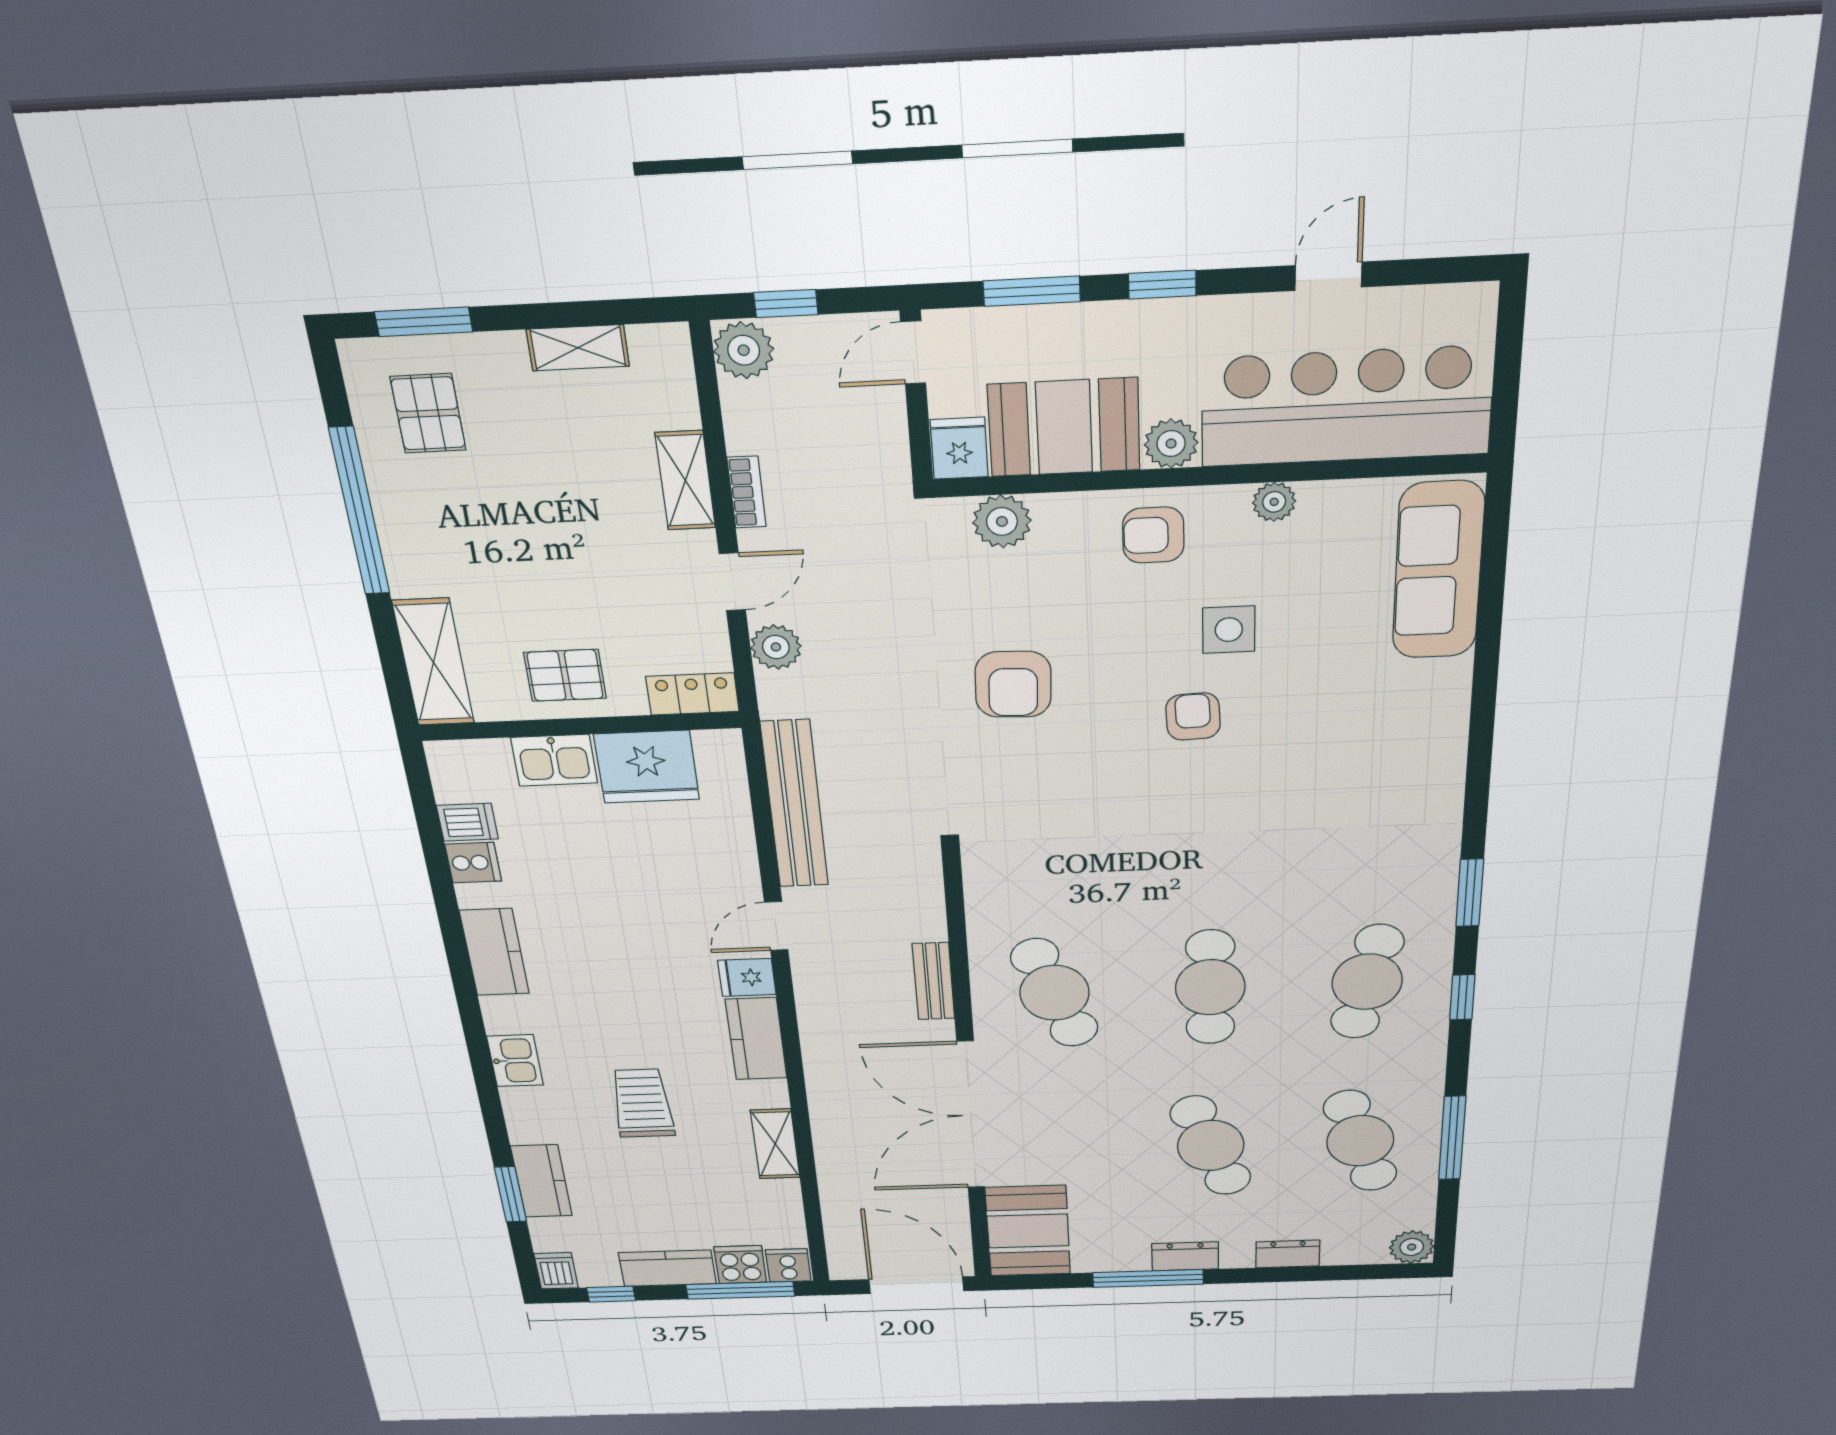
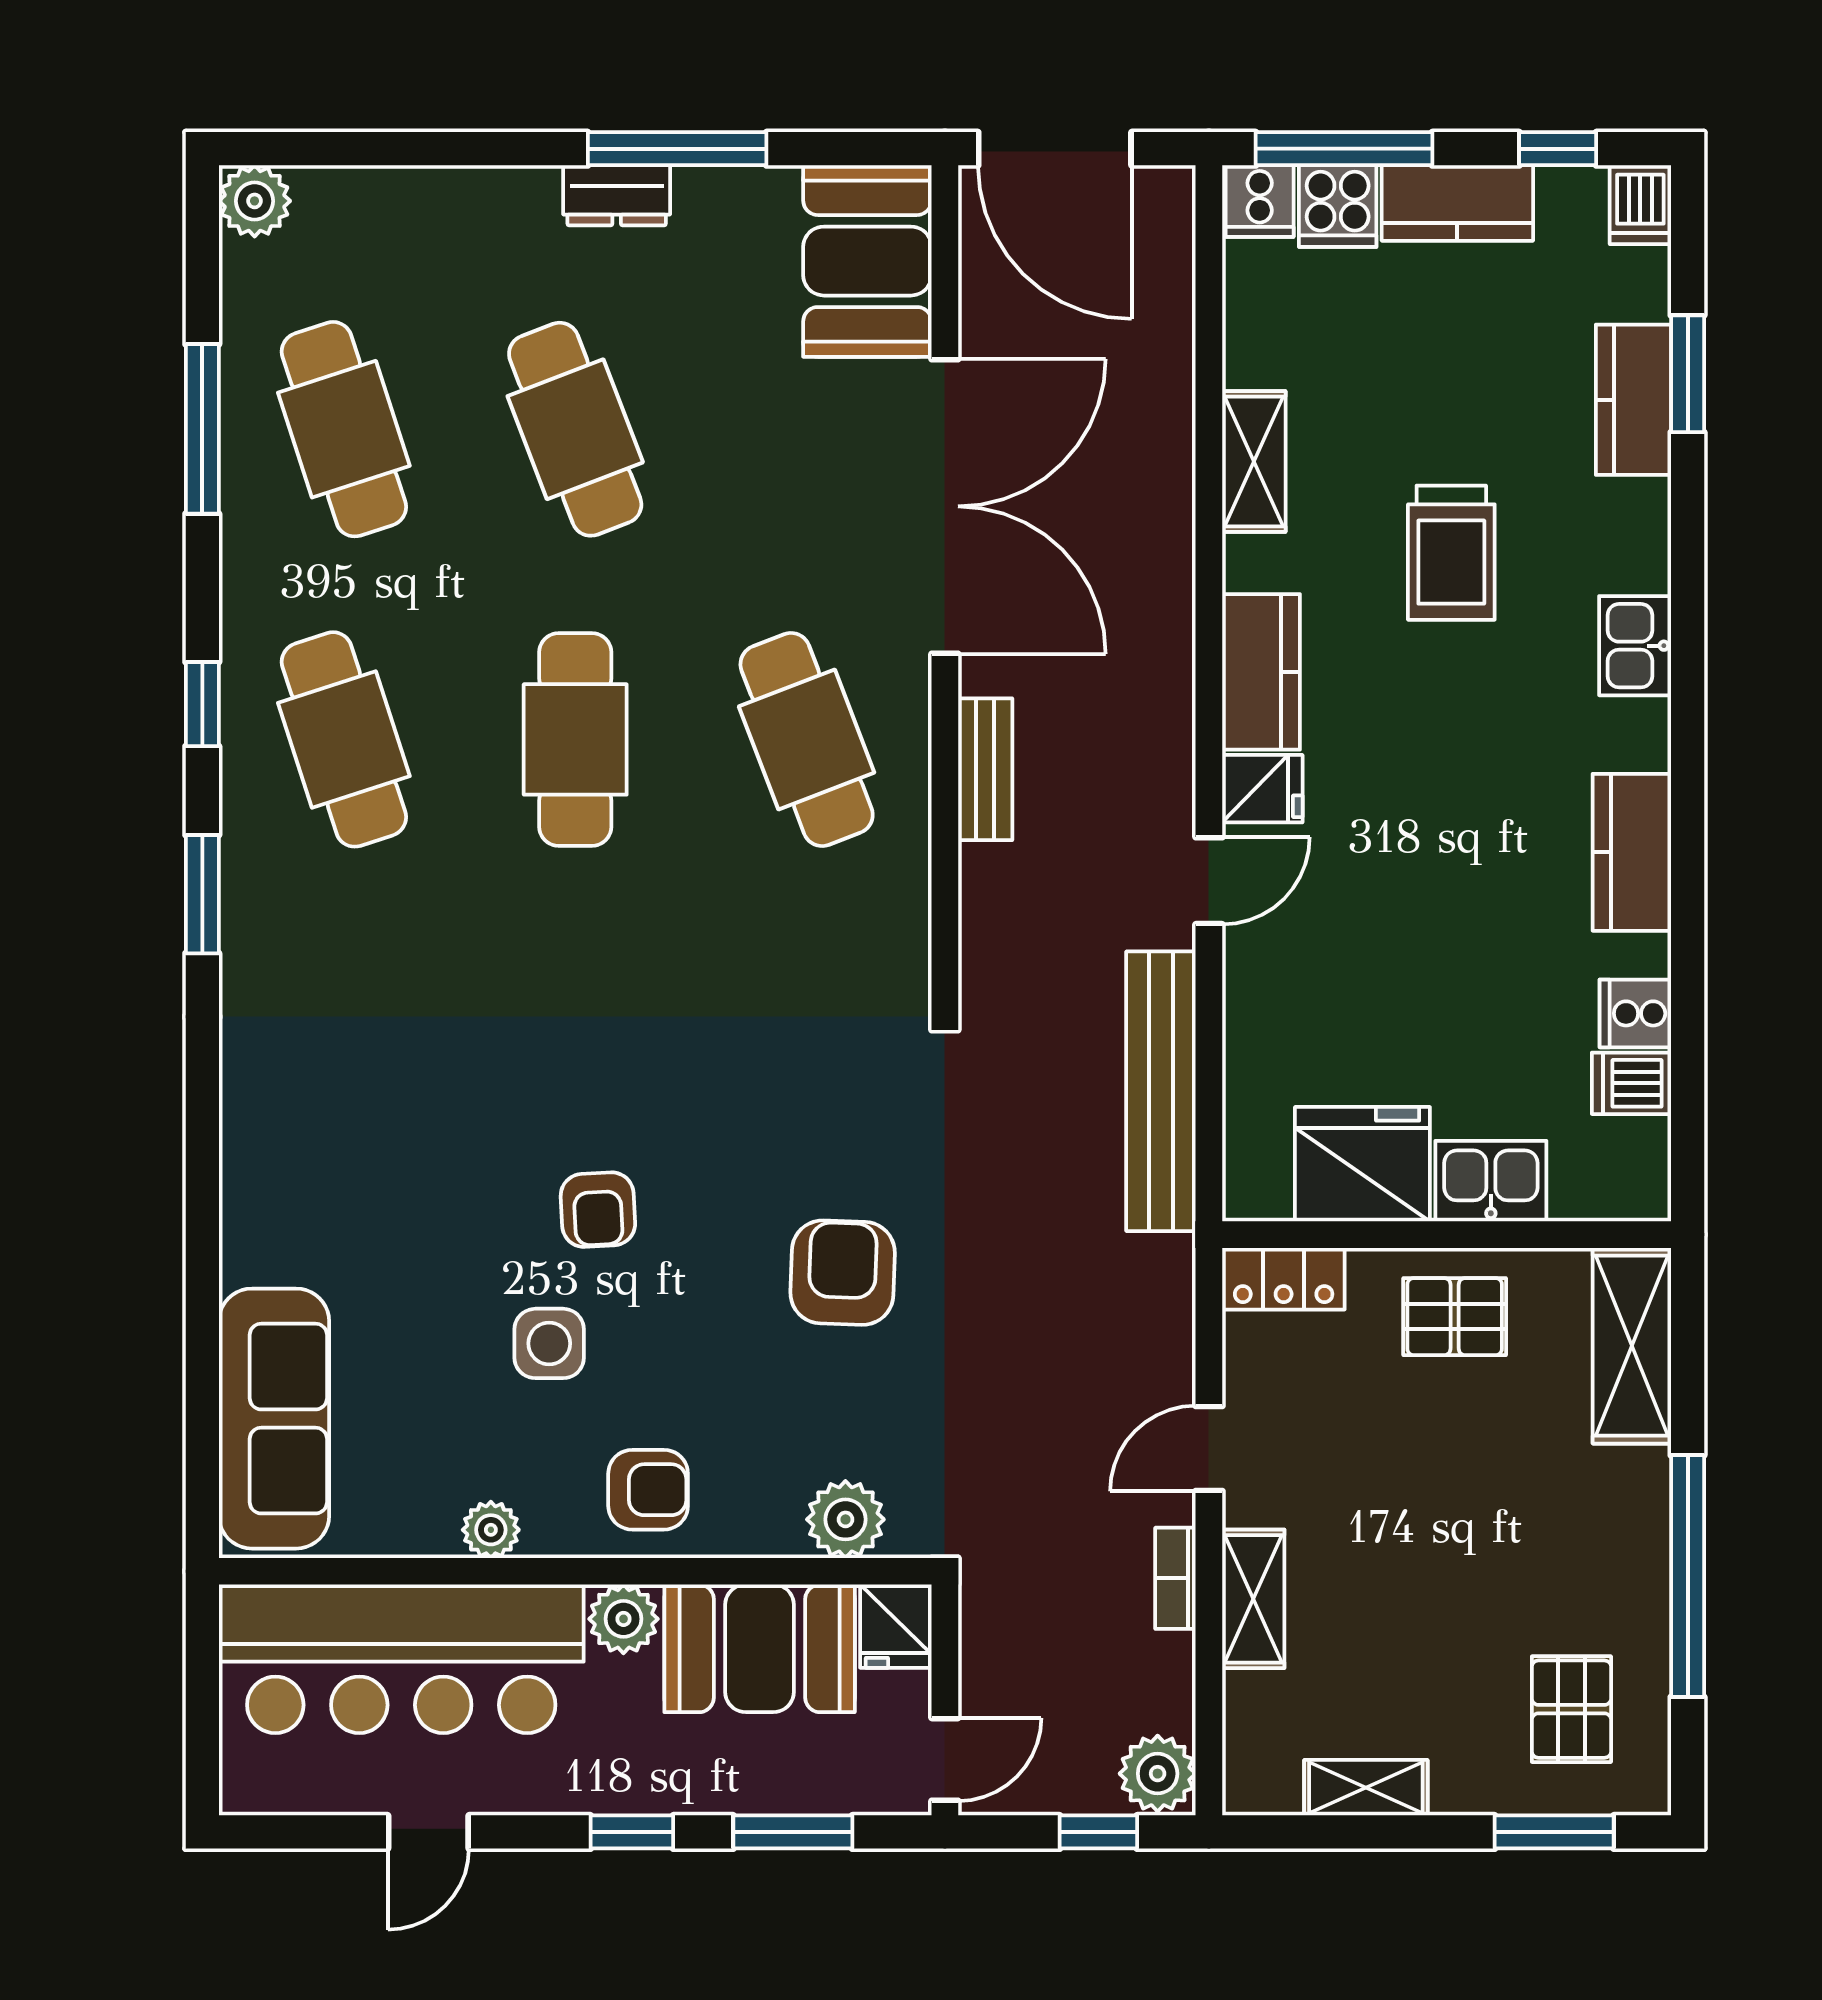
plant: (776, 647) -> (1161, 1347), removed
cafe table: (1367, 982) -> (344, 739), turned -30
dresser: (1288, 1254) -> (452, 194), removed

